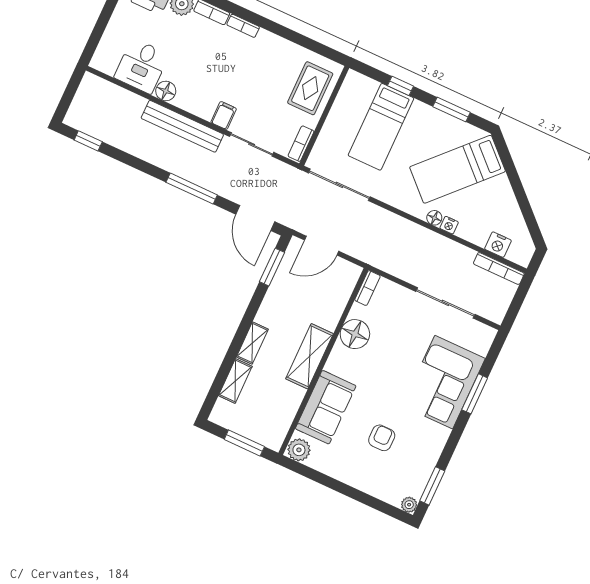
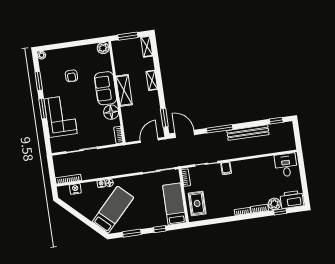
desk: (142, 66) -> (286, 165), moved
floor lamp: (166, 91) -> (257, 163), removed
bench: (182, 126) -> (248, 133), moved
bed: (381, 127) -> (174, 204), moved
shelving: (235, 381) -> (147, 46), moved
window: (475, 394) -> (43, 109), moved
sofa: (326, 407) -> (106, 88), moved
window: (432, 486) -> (39, 81), moved

